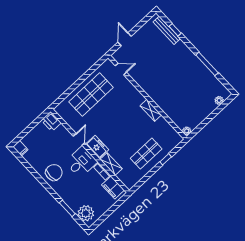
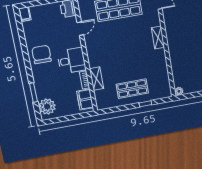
shelving: (151, 110) -> (158, 37), moved
door: (79, 139) -> (80, 29), moved
freezer: (97, 147) -> (94, 56), removed
chair: (54, 173) -> (42, 55), turned -90

